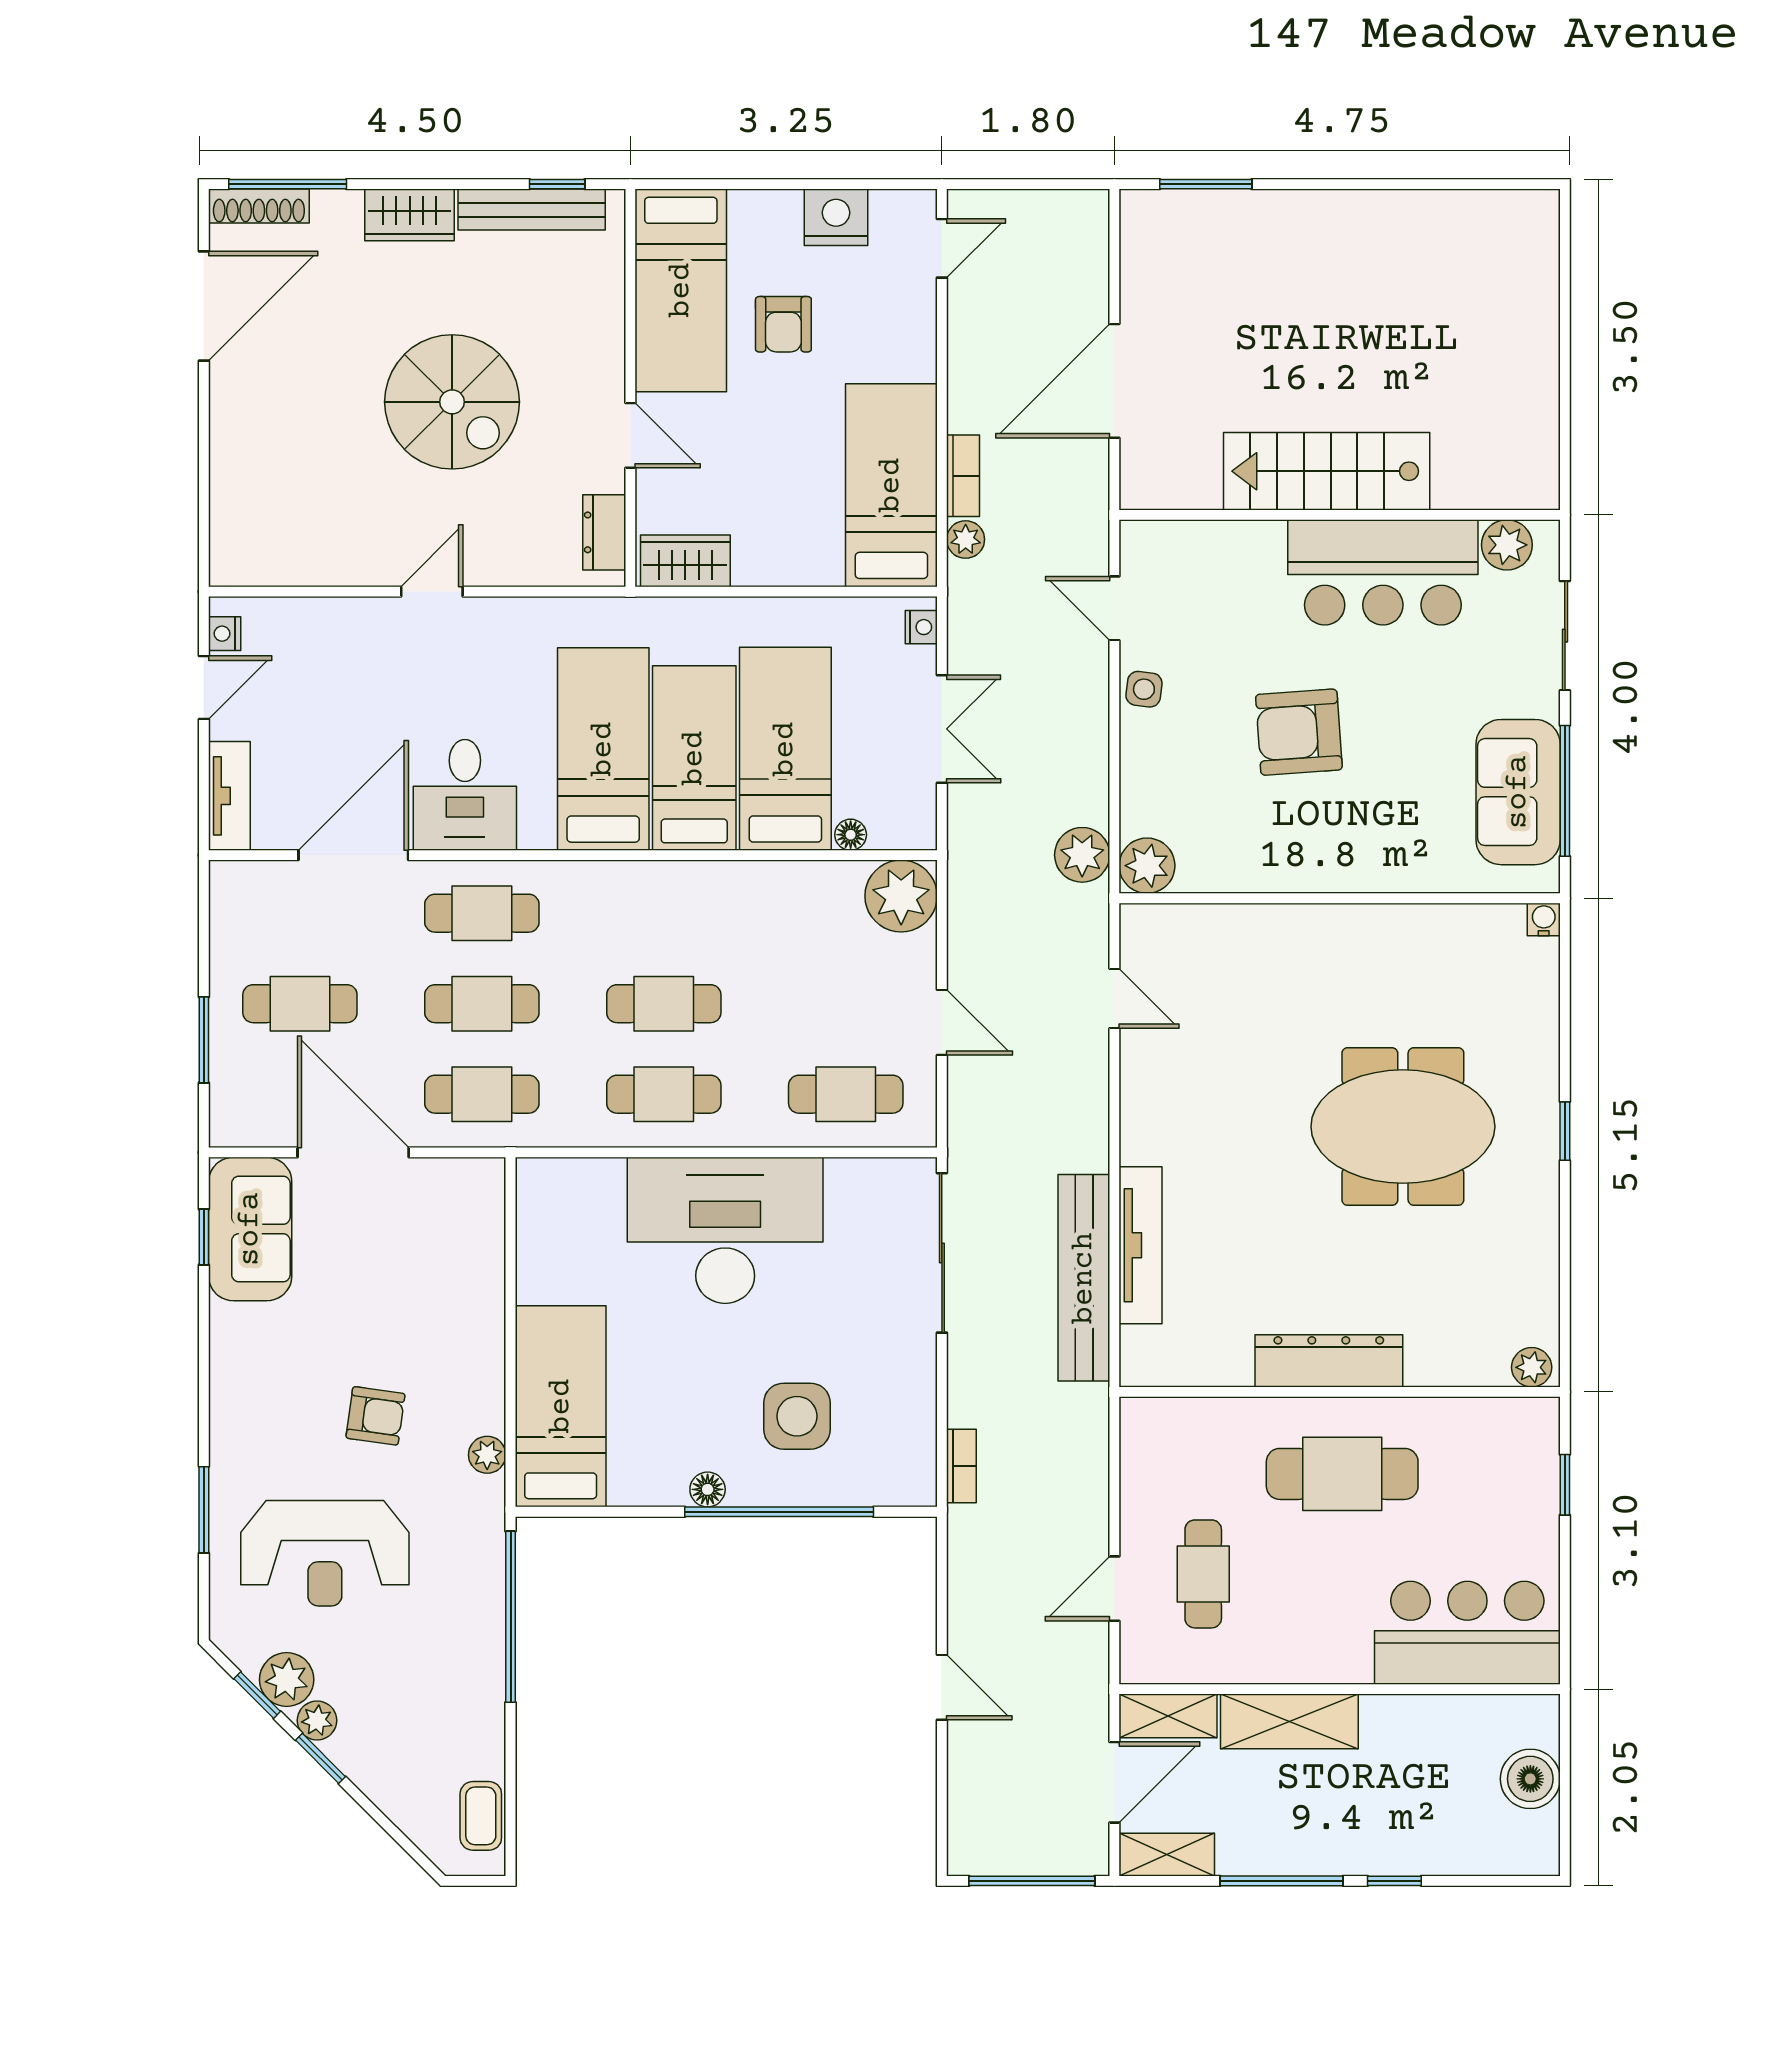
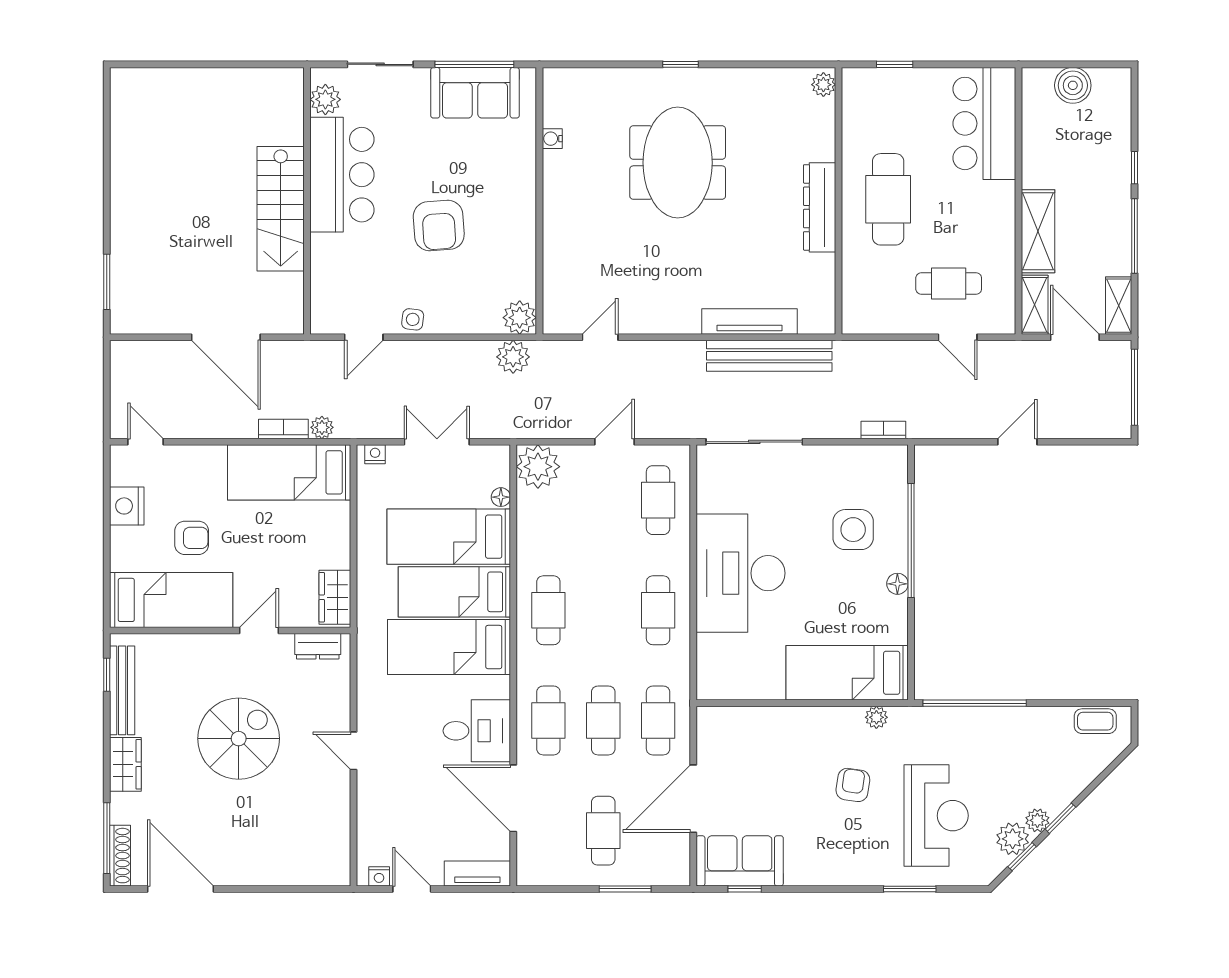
water cooler: (1544, 919) -> (552, 139), moved
cafe table: (664, 1004) -> (548, 610), moved

